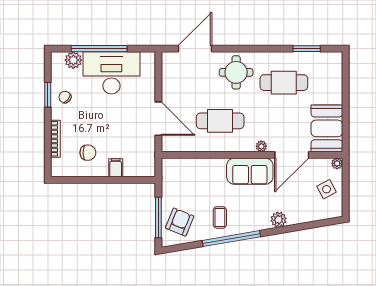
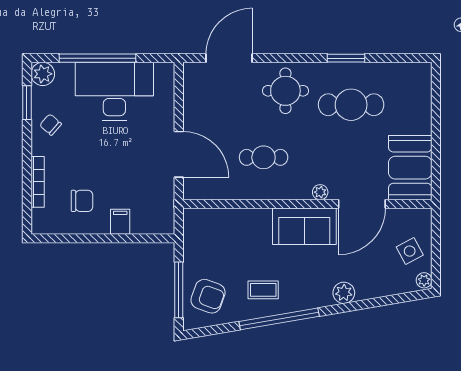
window: (307, 49) -> (346, 58), moved
plant: (73, 60) -> (43, 74), moved
window: (48, 95) -> (27, 103), moved
cafe table: (220, 121) -> (264, 157), width x0.73, depth x0.74
plant: (337, 163) -> (424, 280), moved
coffee table: (220, 217) -> (263, 290), turned 90
armchair: (180, 222) -> (208, 296), turned 88

